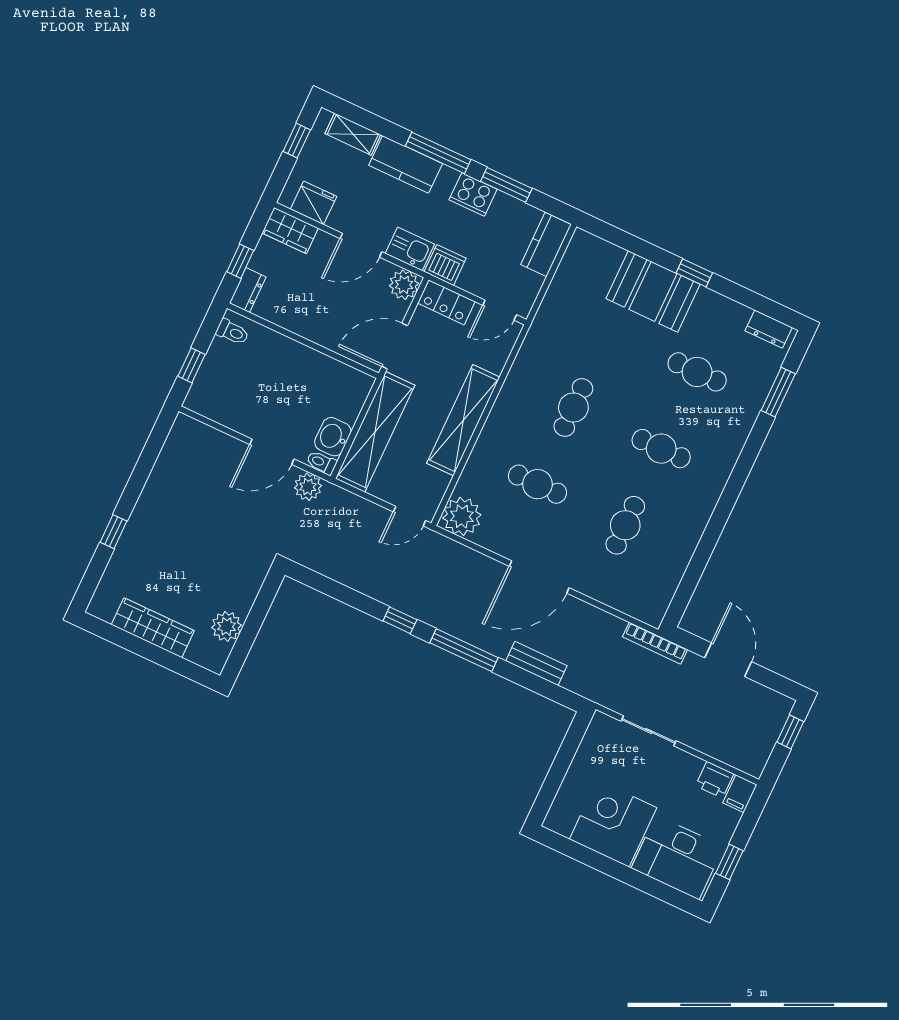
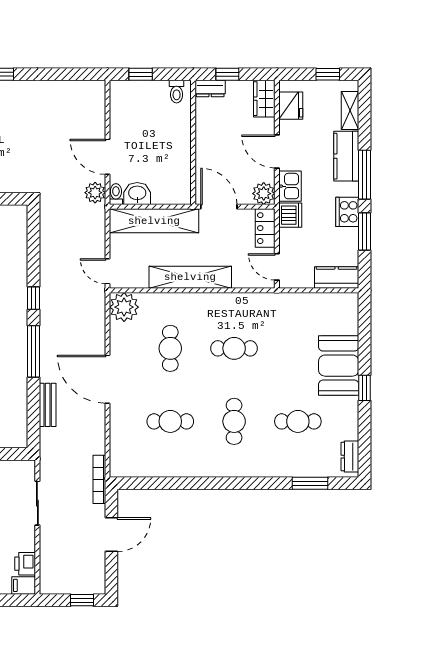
cafe table: (697, 372) -> (298, 421), turned 90

